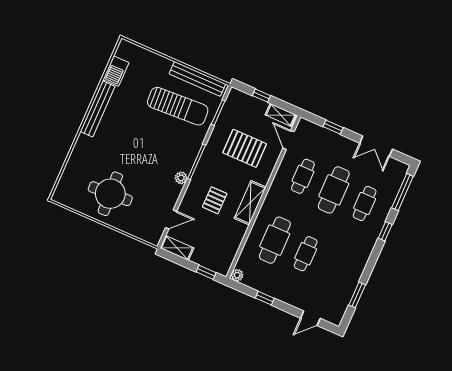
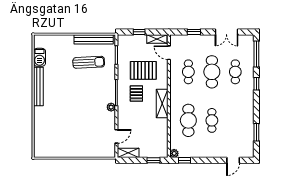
sun lounger: (178, 106) -> (89, 62), width x0.73, depth x0.75
round table: (110, 194) -> (70, 137), removed
pallet: (215, 200) -> (136, 94), moved
window: (265, 298) -> (184, 160), moved

